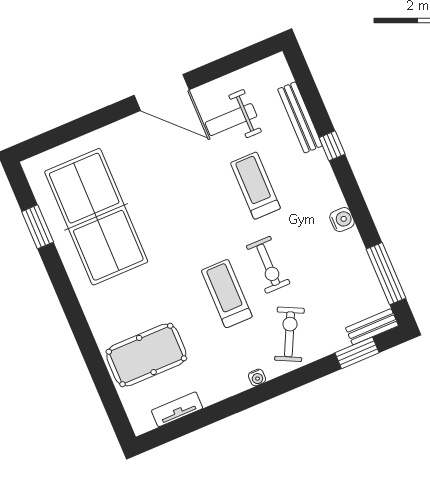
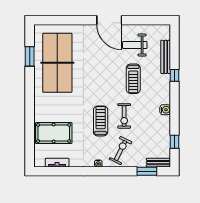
treadmill: (255, 186) -> (133, 79), turned 180
window: (386, 274) -> (174, 142), width x0.46

